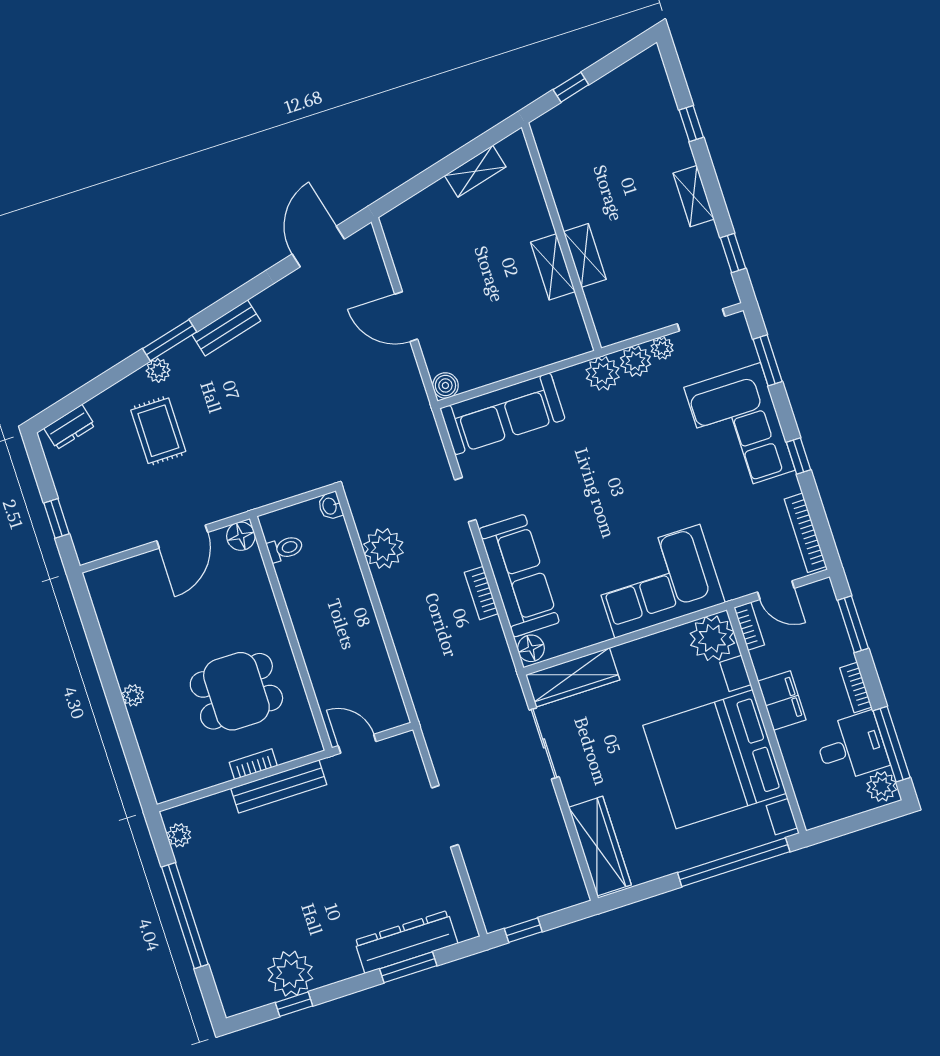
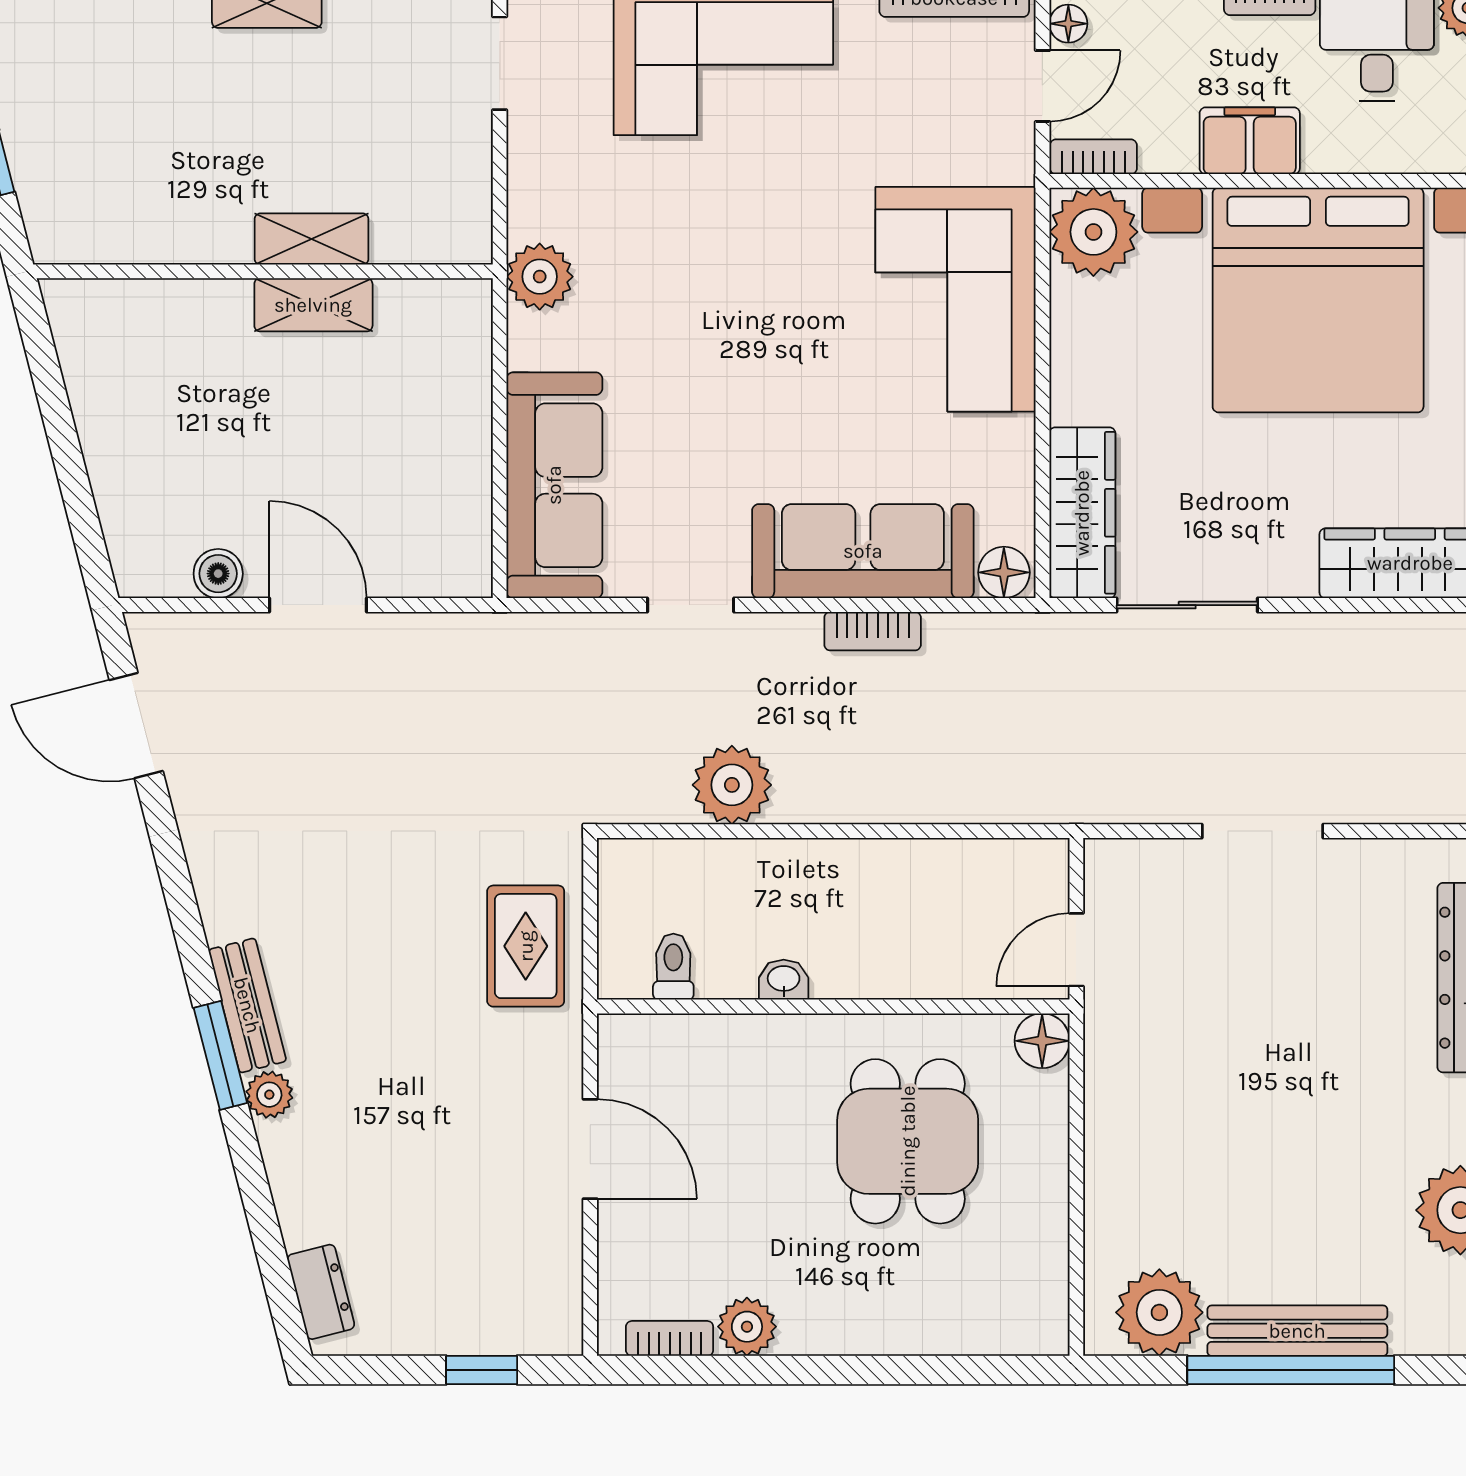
shelving: (475, 171) -> (91, 391), removed
door: (406, 317) -> (318, 605), swing flipped
bench: (226, 328) -> (247, 1005), moved
plant: (662, 348) -> (528, 152), removed
plant: (635, 361) -> (537, 209), removed
boiler: (445, 385) -> (218, 574), moved
rug: (158, 431) -> (526, 946), moved, turned 90
washbasin: (330, 506) -> (784, 980), moved, turned 180
floor lamp: (241, 536) -> (1042, 1041), moved
floor lamp: (811, 593) -> (1068, 24), added
plant: (133, 695) -> (747, 1327), moved, width x1.38, depth x1.38
bookcase: (253, 764) -> (670, 1338), moved, turned 90
bench: (279, 786) -> (1297, 1331), moved, turned 90
plant: (179, 835) -> (1159, 1312), width x1.88, depth x1.88

